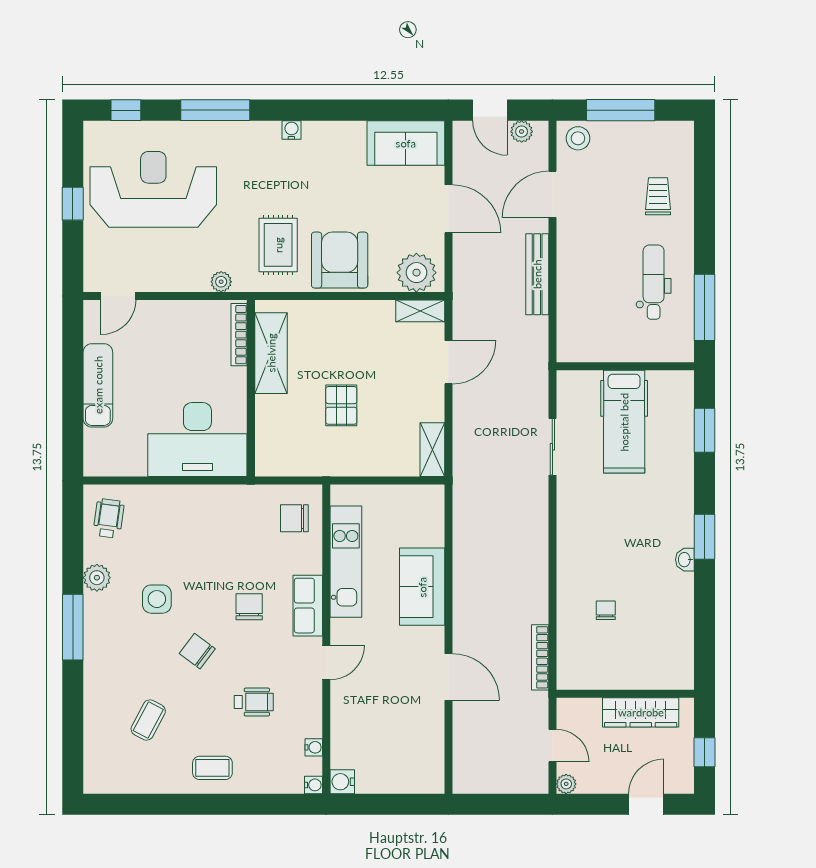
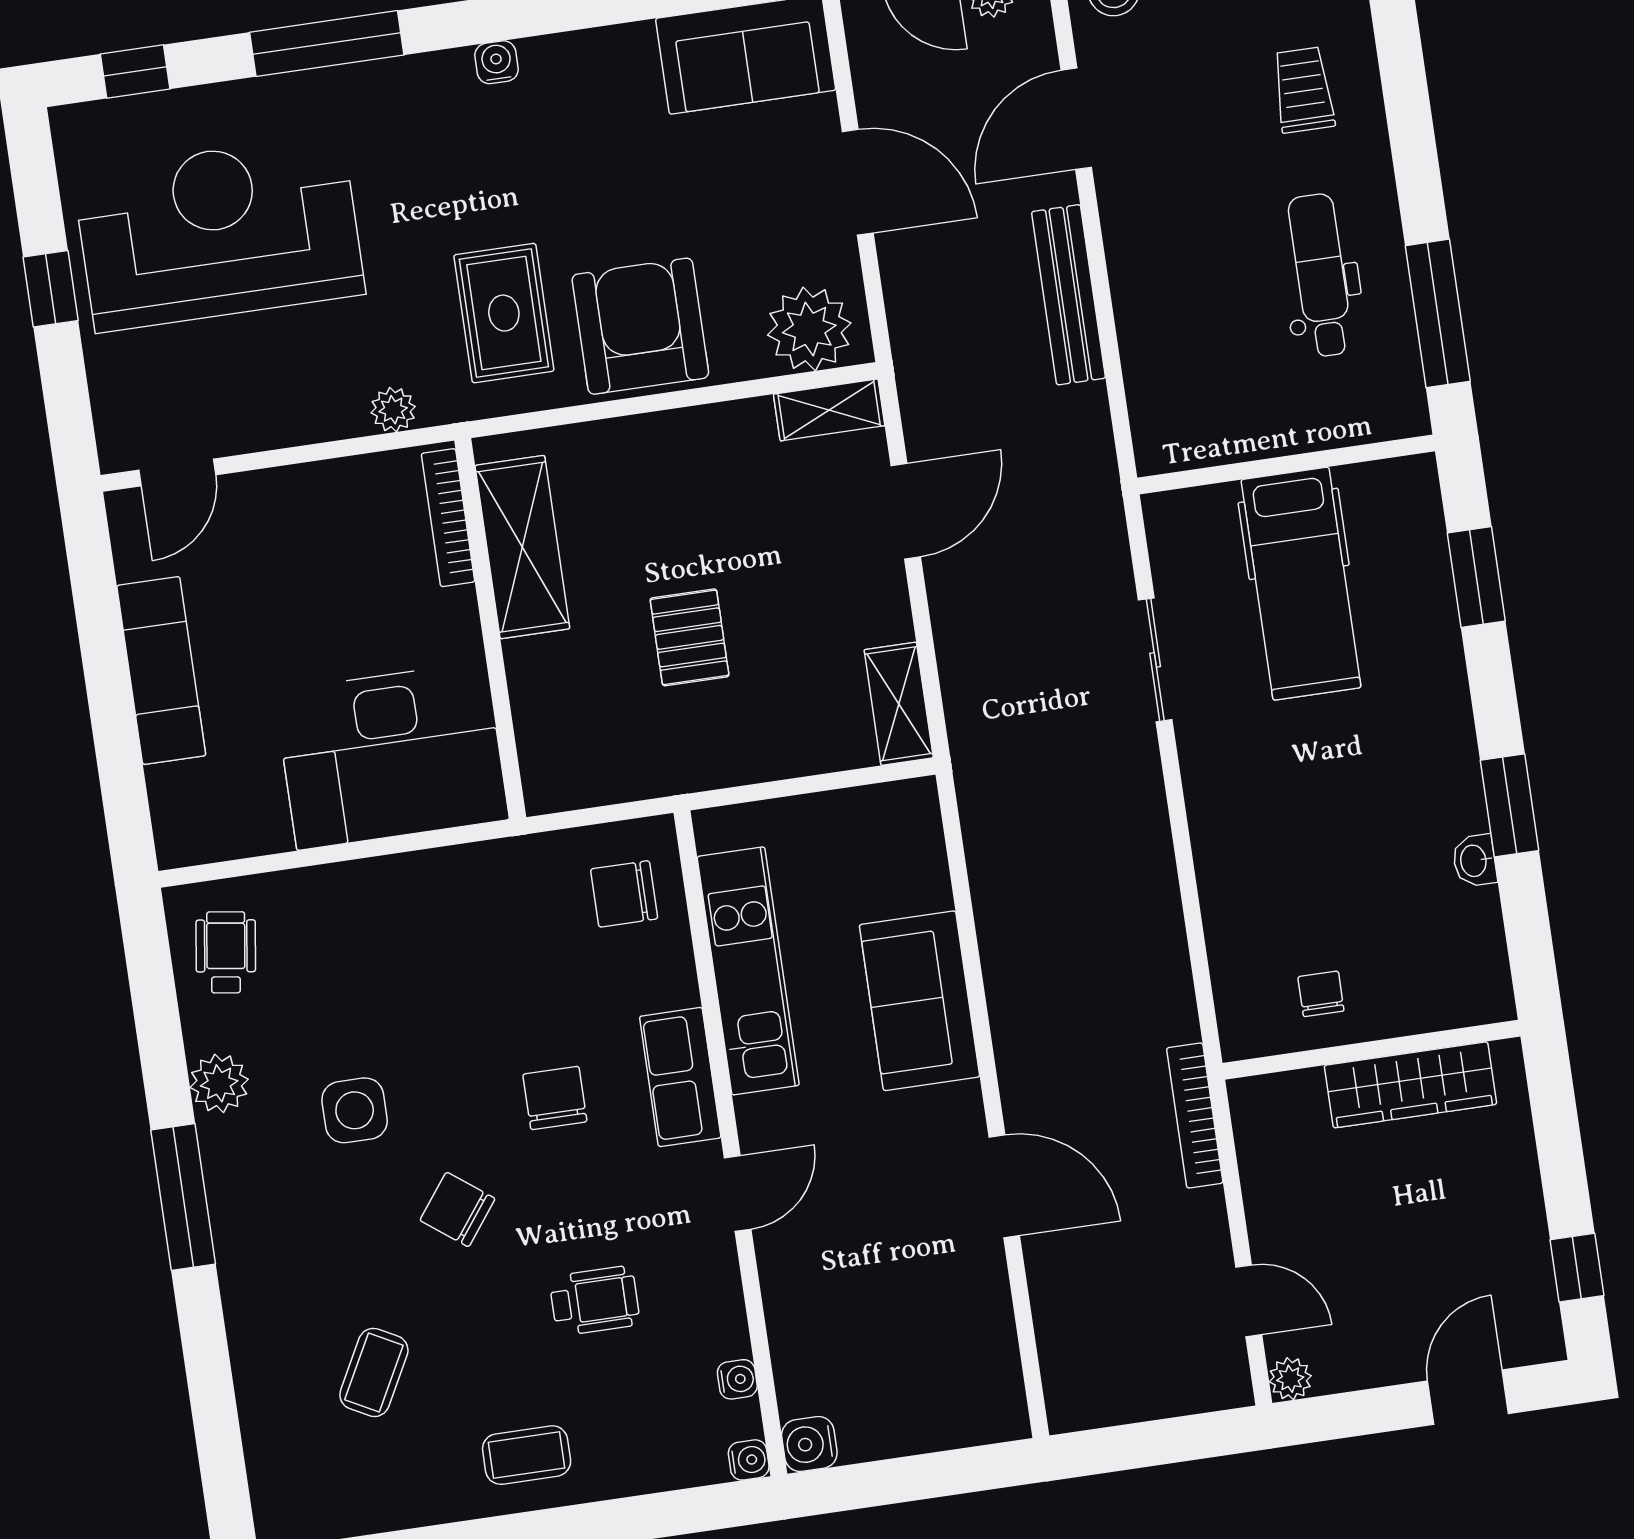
wall: (625, 694) -> (1371, 1050), moved
wardrobe: (641, 712) -> (1410, 1085), moved

